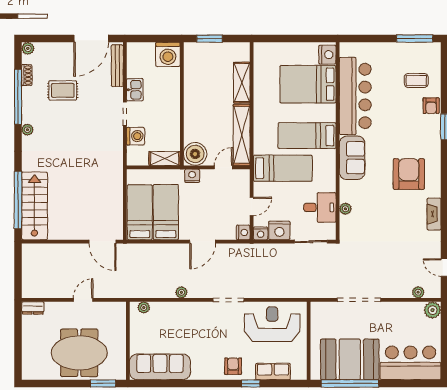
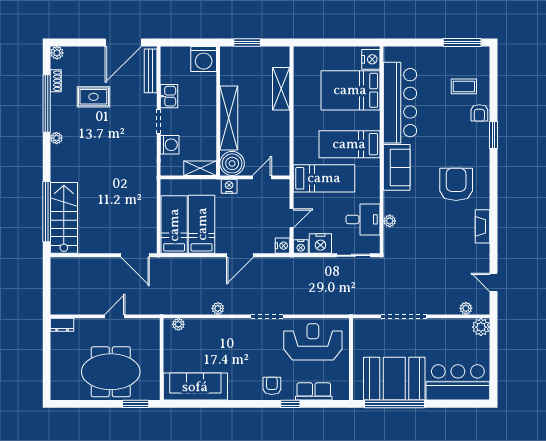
shelving: (242, 135) -> (229, 118), moved

